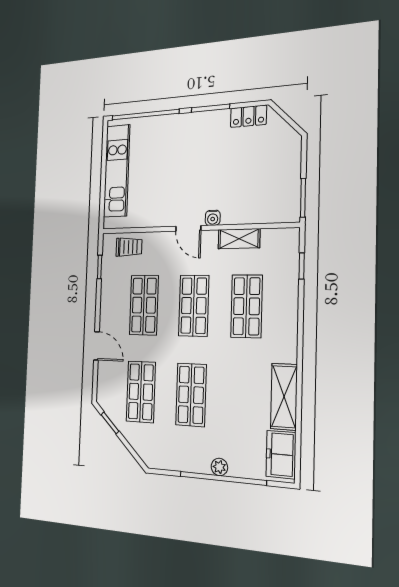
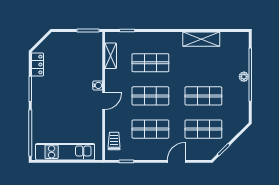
shelving: (239, 239) -> (111, 56), moved
freezer: (281, 455) -> (234, 40), removed

